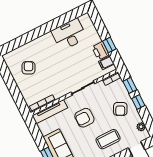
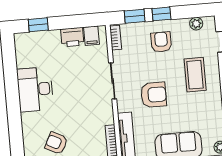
desk: (69, 35) -> (35, 89), moved
window: (109, 45) -> (38, 25), moved
armchair: (120, 109) -> (161, 42), turned -117
armchair: (84, 118) -> (154, 95), turned -90

